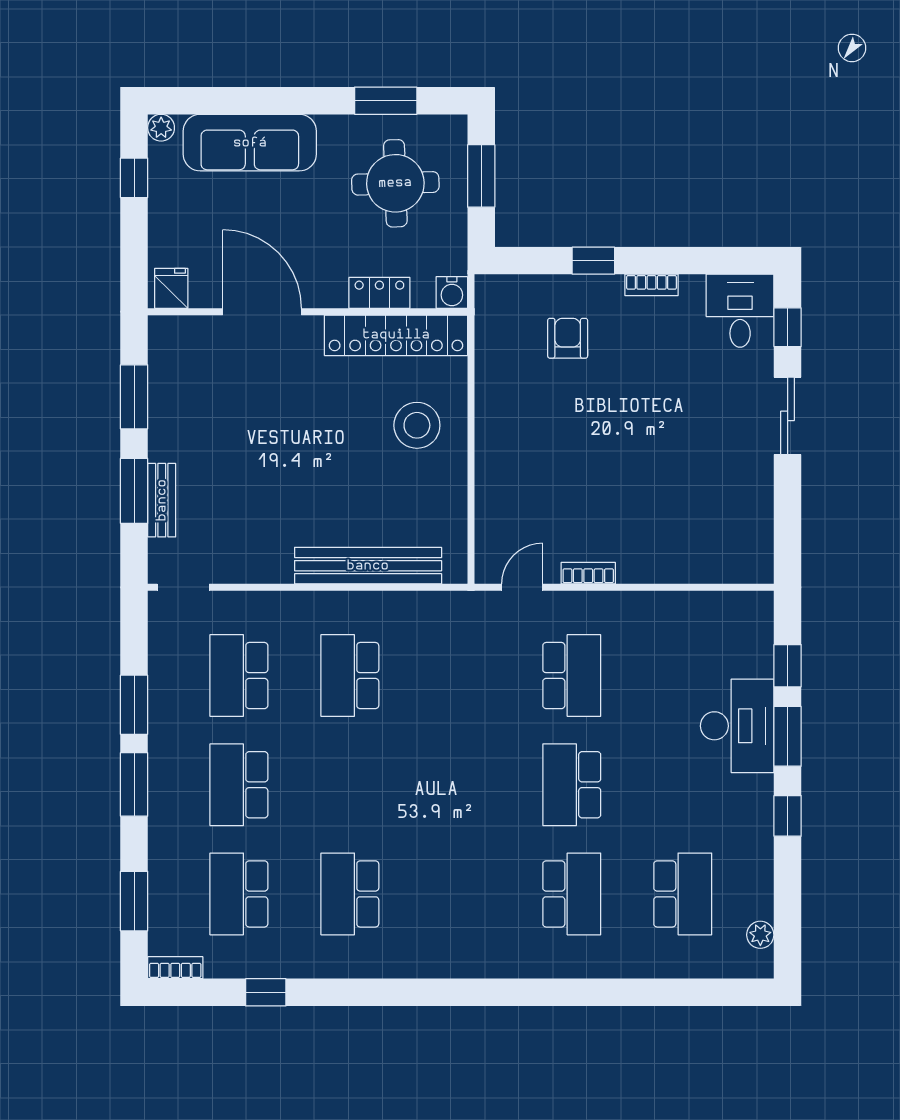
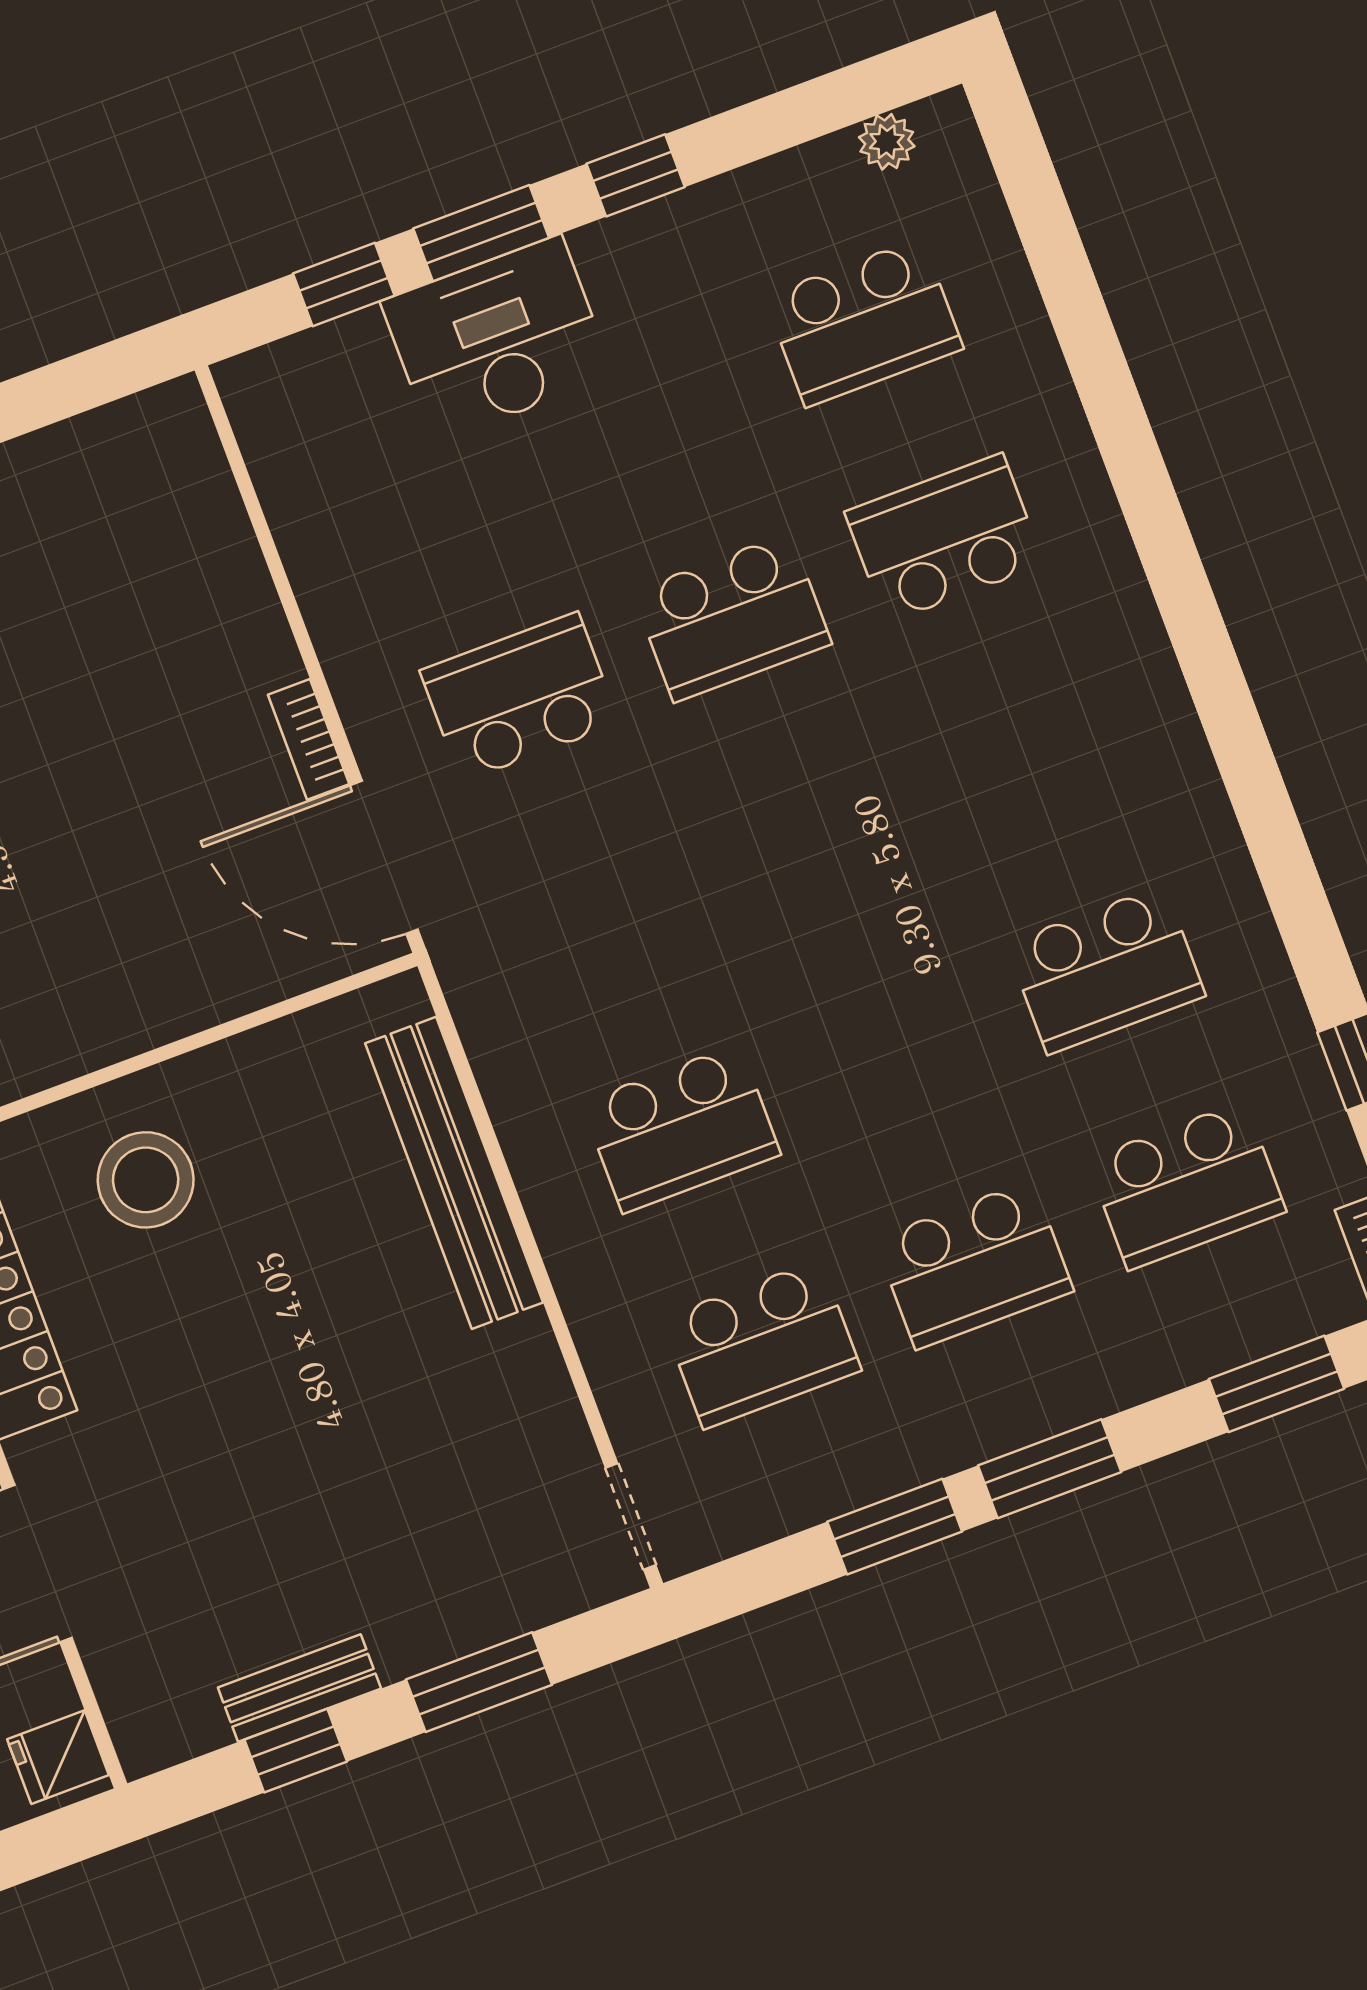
window: (134, 397) -> (296, 1751), width x0.67
bench: (162, 500) -> (299, 1688), moved
door: (522, 587) -> (384, 857), width x1.87
school desk: (683, 894) -> (864, 322), turned 180

